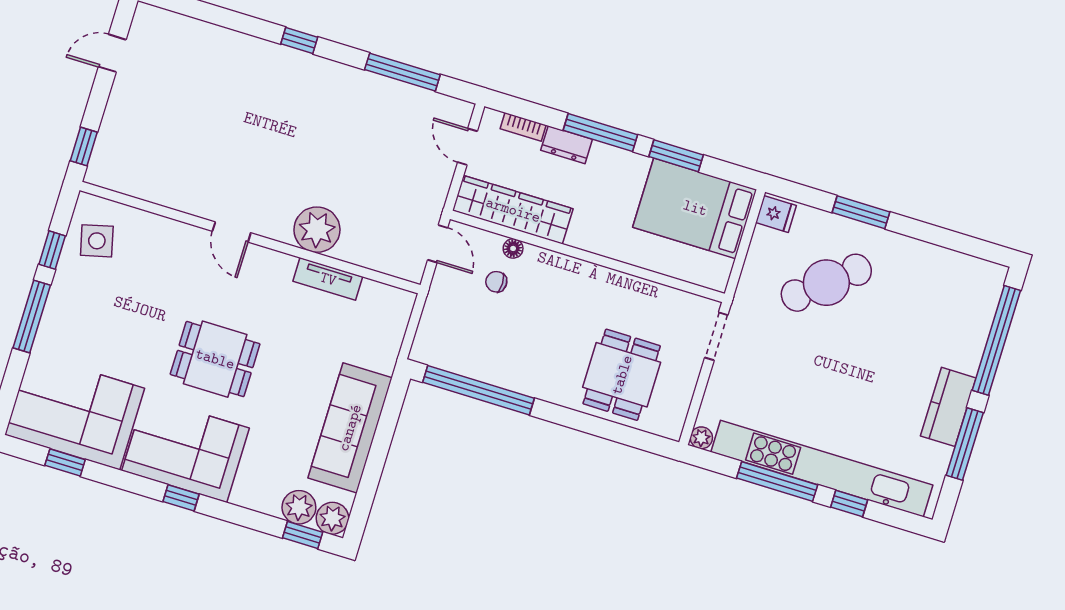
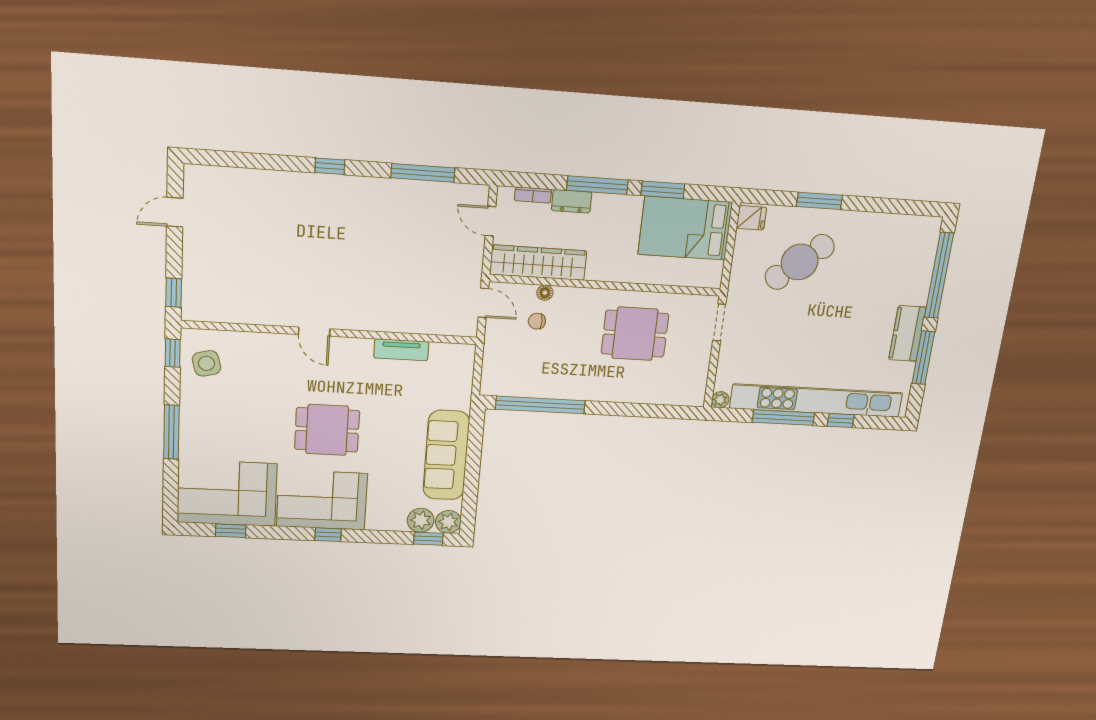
plant: (317, 230) -> (383, 314), removed
window: (52, 250) -> (173, 353), moved
dining table: (622, 375) -> (635, 334), moved, turned 90

